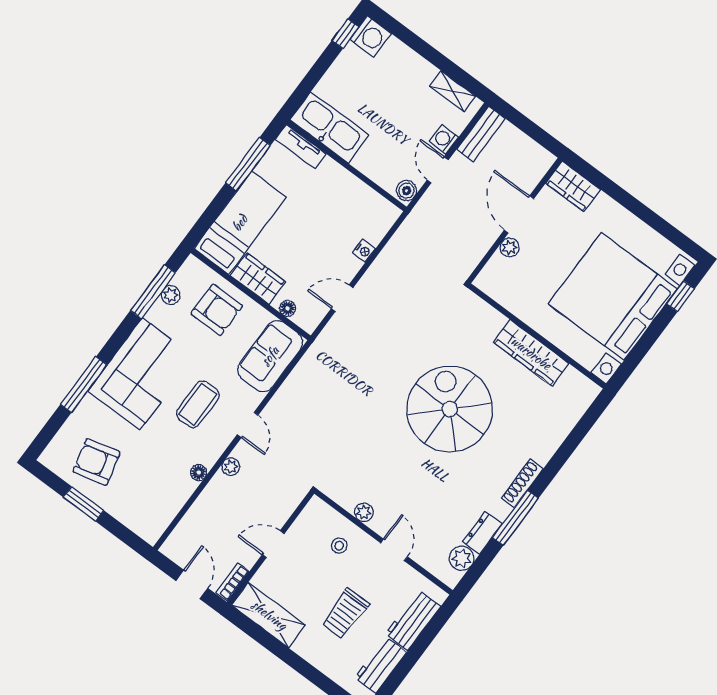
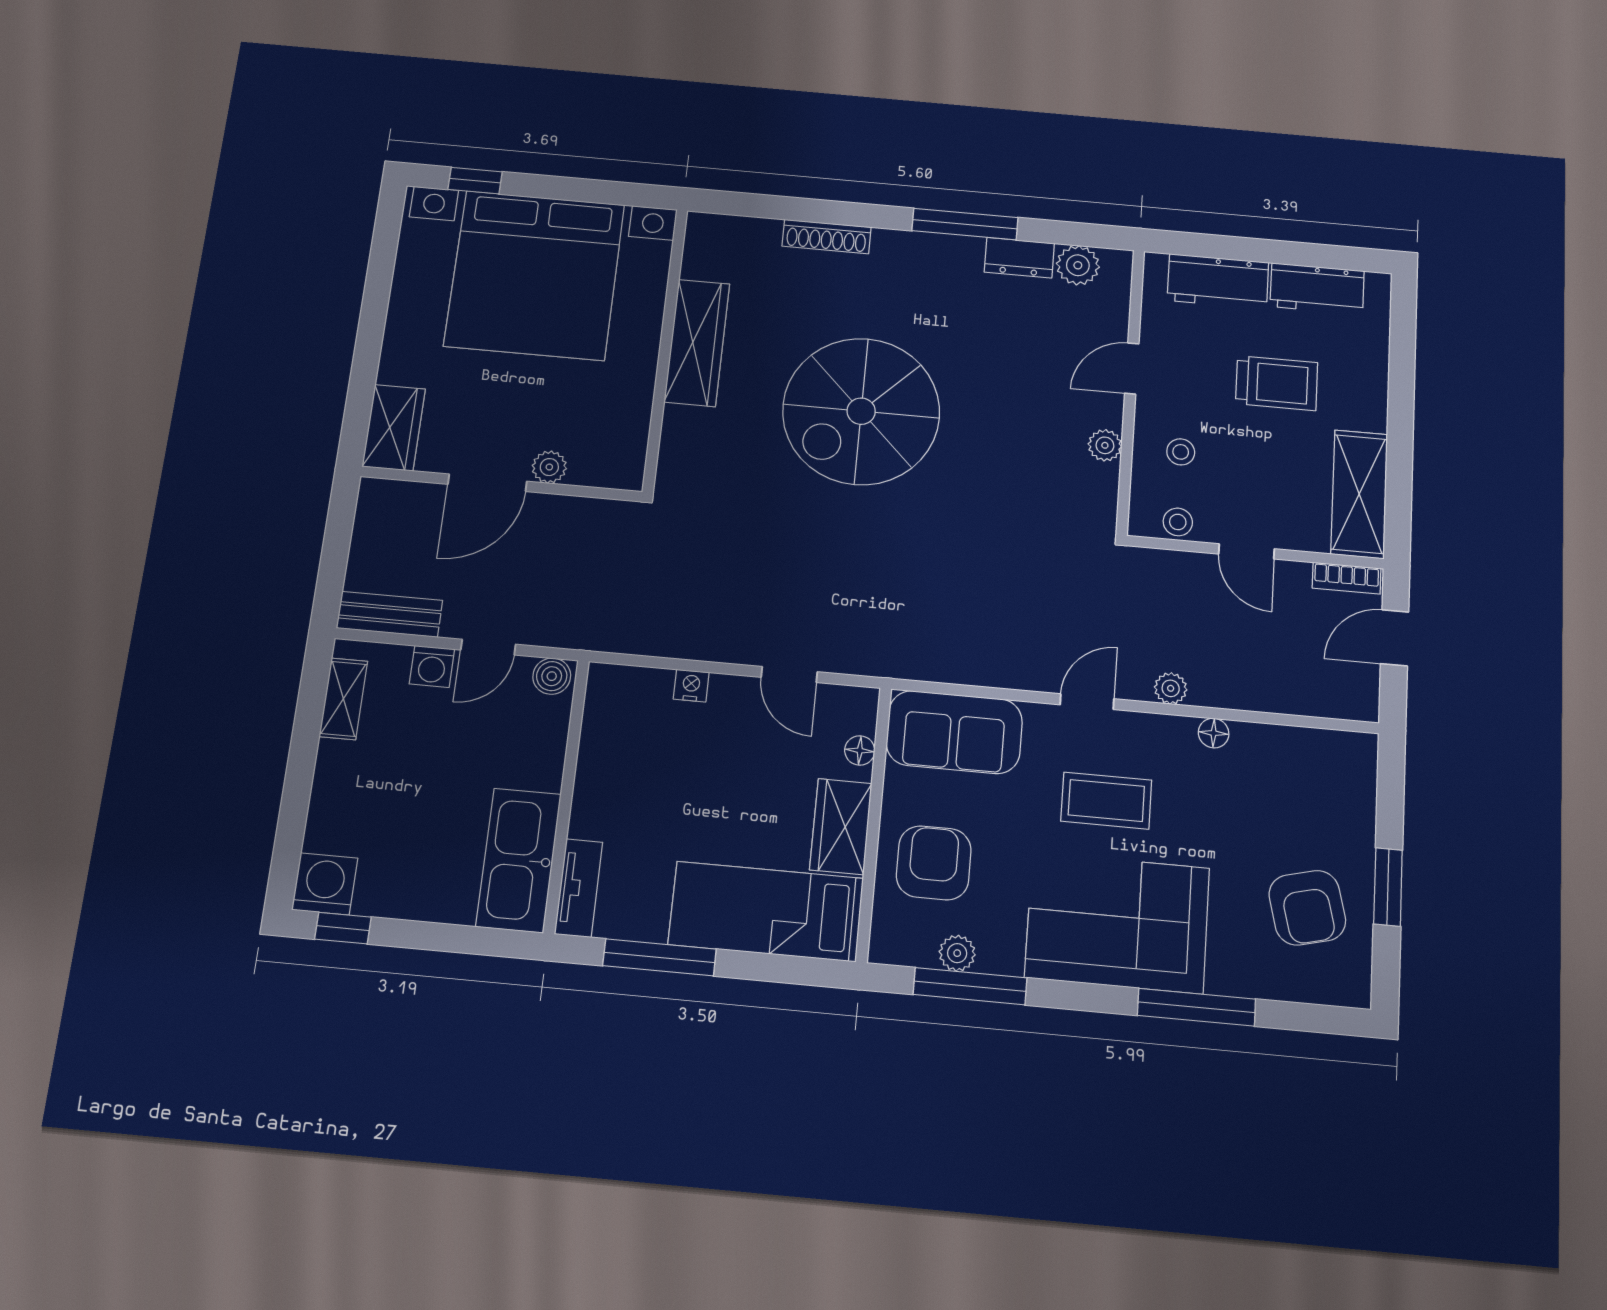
shoe rack: (522, 483) -> (827, 237), moved
stool: (306, 522) -> (1178, 522), added

